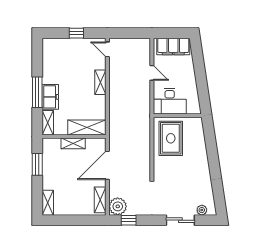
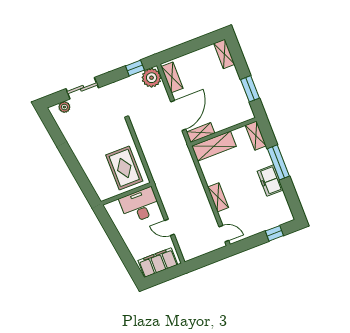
window: (76, 33) -> (274, 233), moved
freezer: (50, 97) -> (270, 181), moved
shelving: (73, 143) -> (201, 133), moved

